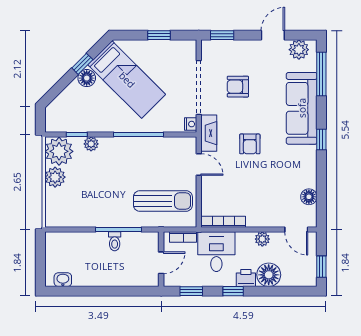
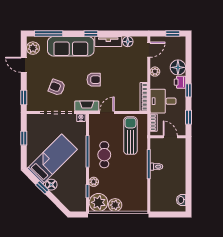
armchair: (238, 87) -> (57, 87), turned 111
cafe table: (133, 160) -> (104, 155), added
tv unit: (309, 167) -> (108, 42), added

